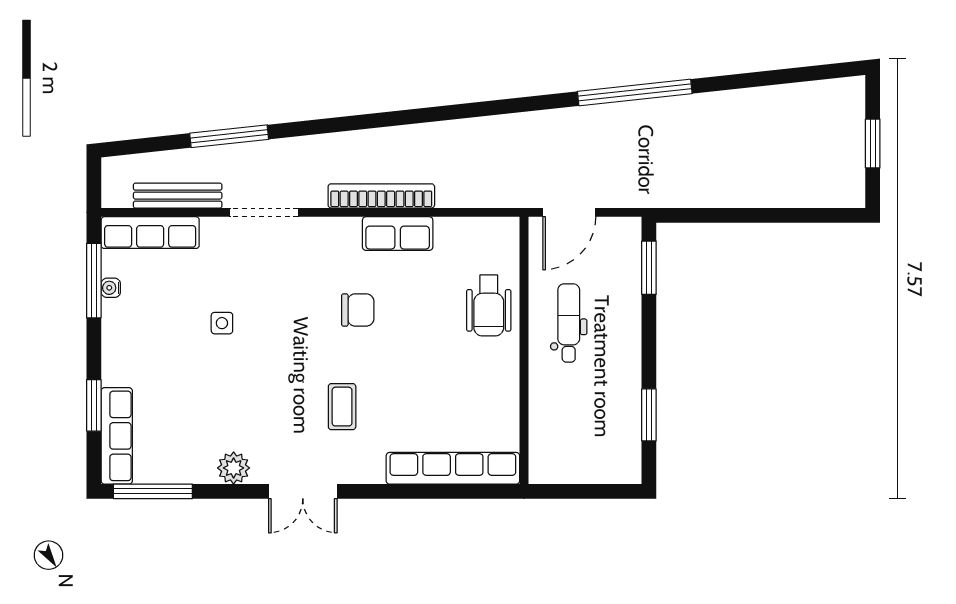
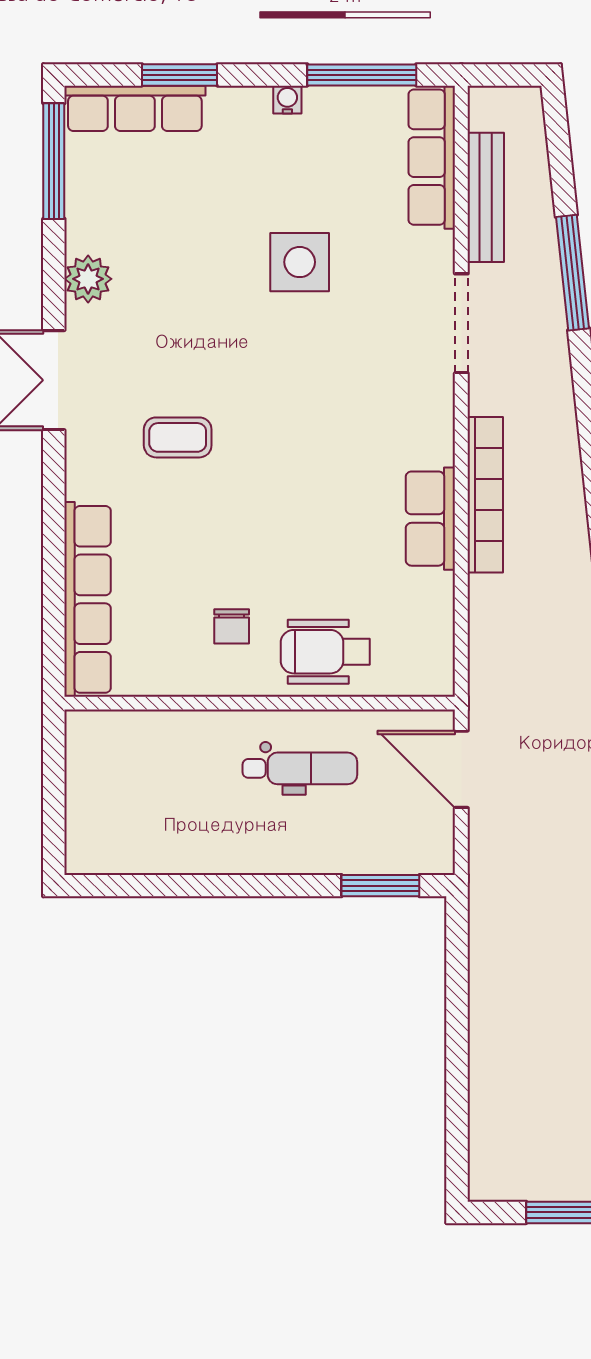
water cooler: (111, 288) -> (287, 100), moved
chair: (358, 310) -> (232, 626), moved, width x0.73, depth x0.73
side table: (222, 323) -> (300, 262), width x1.87, depth x1.87
window: (649, 415) -> (165, 886), removed

